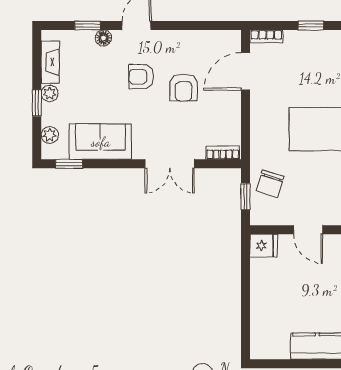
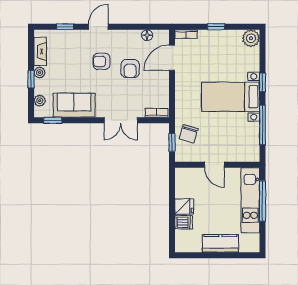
floor lamp: (103, 38) -> (147, 35), moved
fridge: (264, 246) -> (184, 206), moved
dishwasher: (263, 315) -> (184, 222), added

